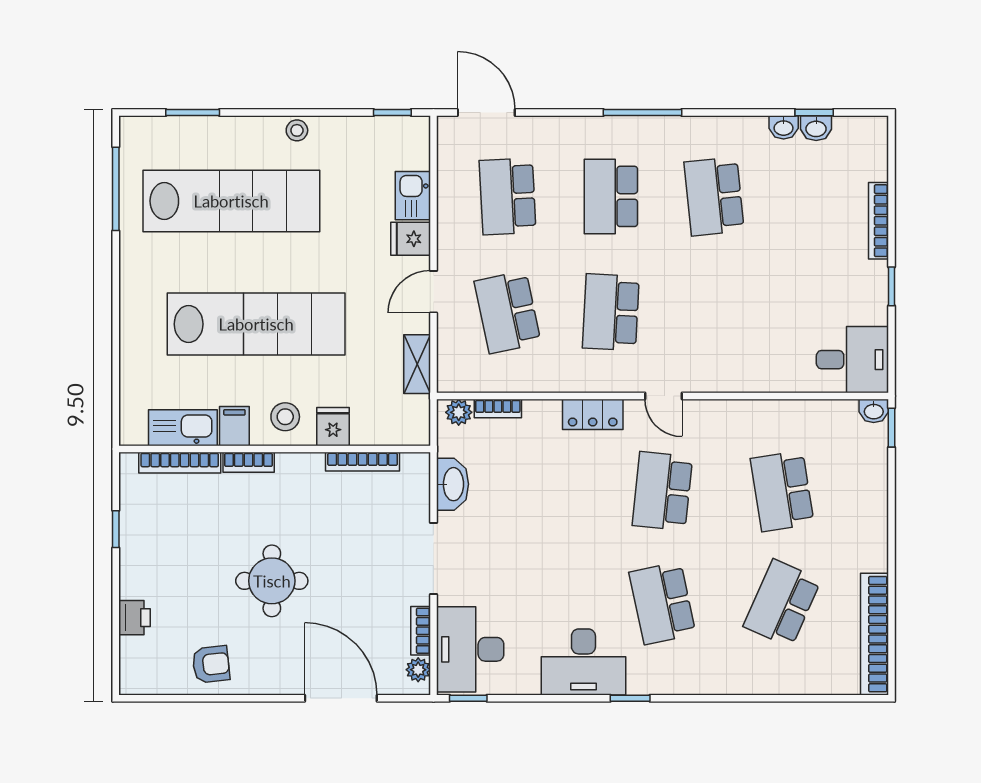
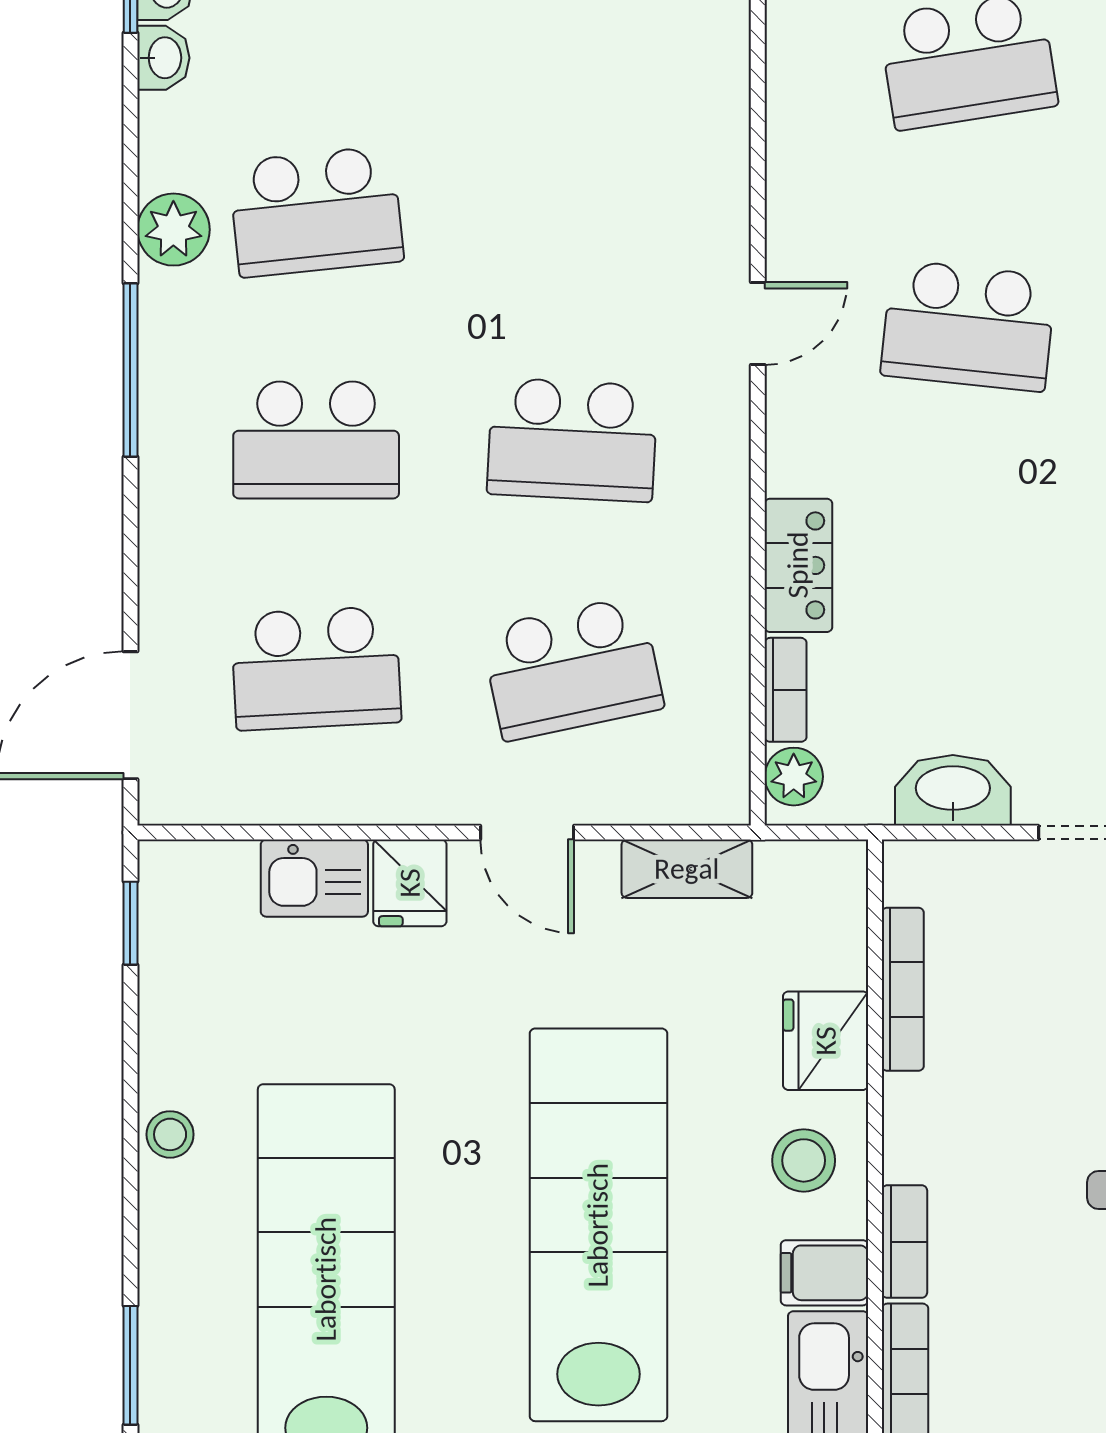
plant: (706, 132) -> (173, 230), added
locker: (593, 414) -> (798, 565), moved
fridge: (333, 427) -> (826, 1041), width x1.38

